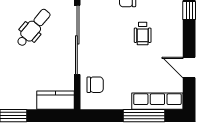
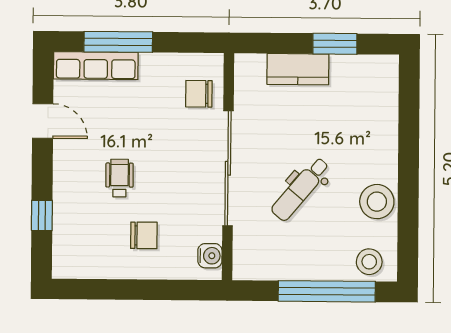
kitchen counter: (55, 100) -> (298, 69), moved

